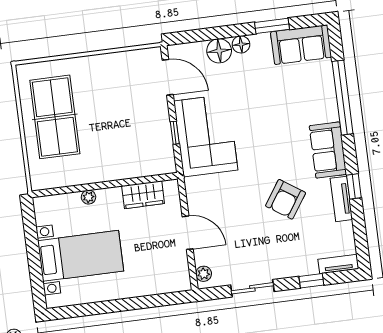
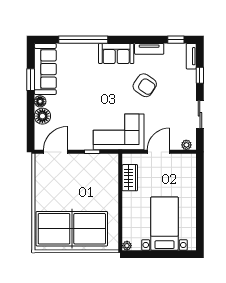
sofa: (301, 45) -> (45, 69), width x1.36
table tennis table: (55, 117) -> (72, 229), width x1.36, depth x1.32
corner sofa: (206, 136) -> (119, 132), moved
window: (354, 186) -> (176, 40), moved
plant: (88, 197) -> (127, 246), moved

